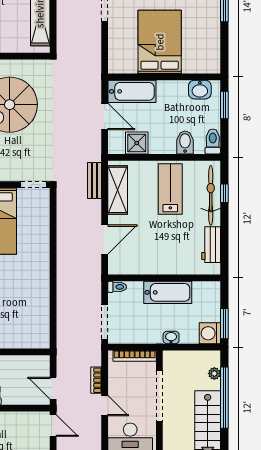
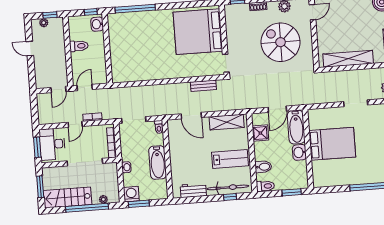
washbasin: (200, 90) -> (299, 152), moved
bench: (94, 180) -> (203, 86), moved

